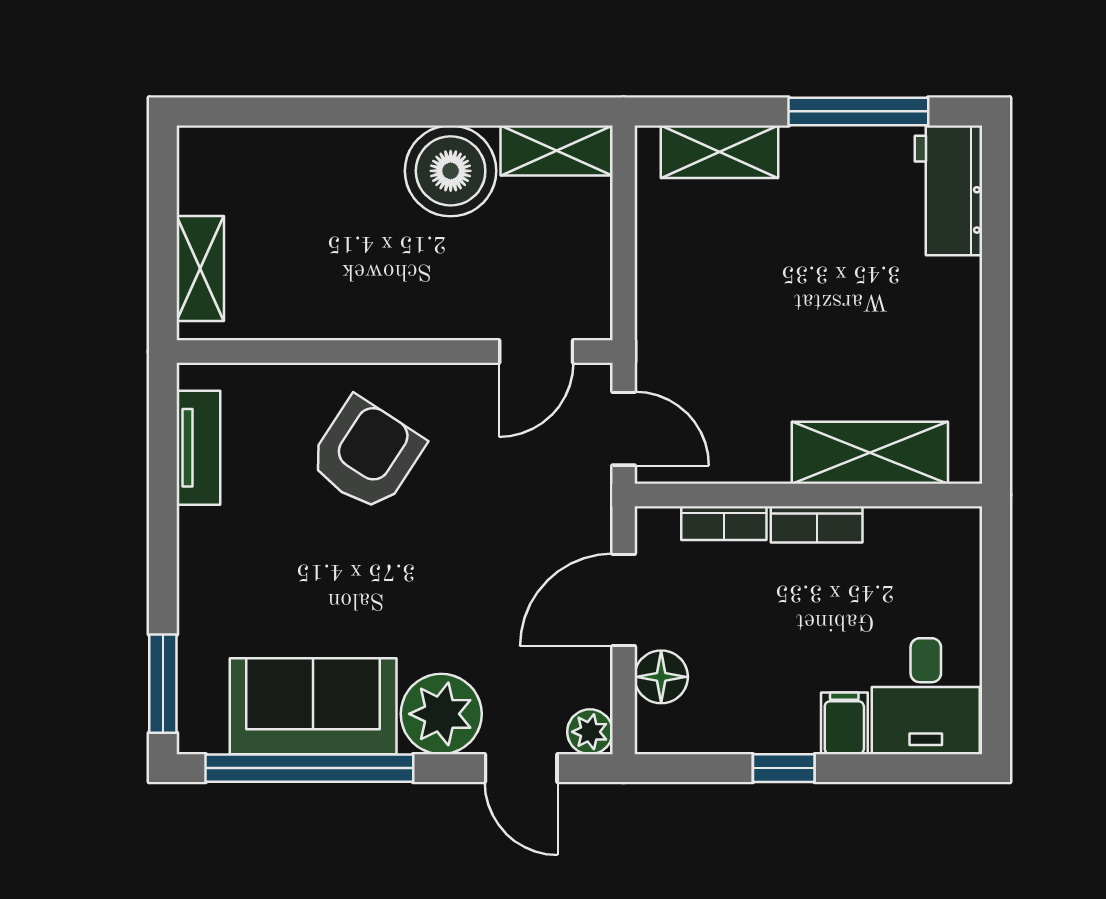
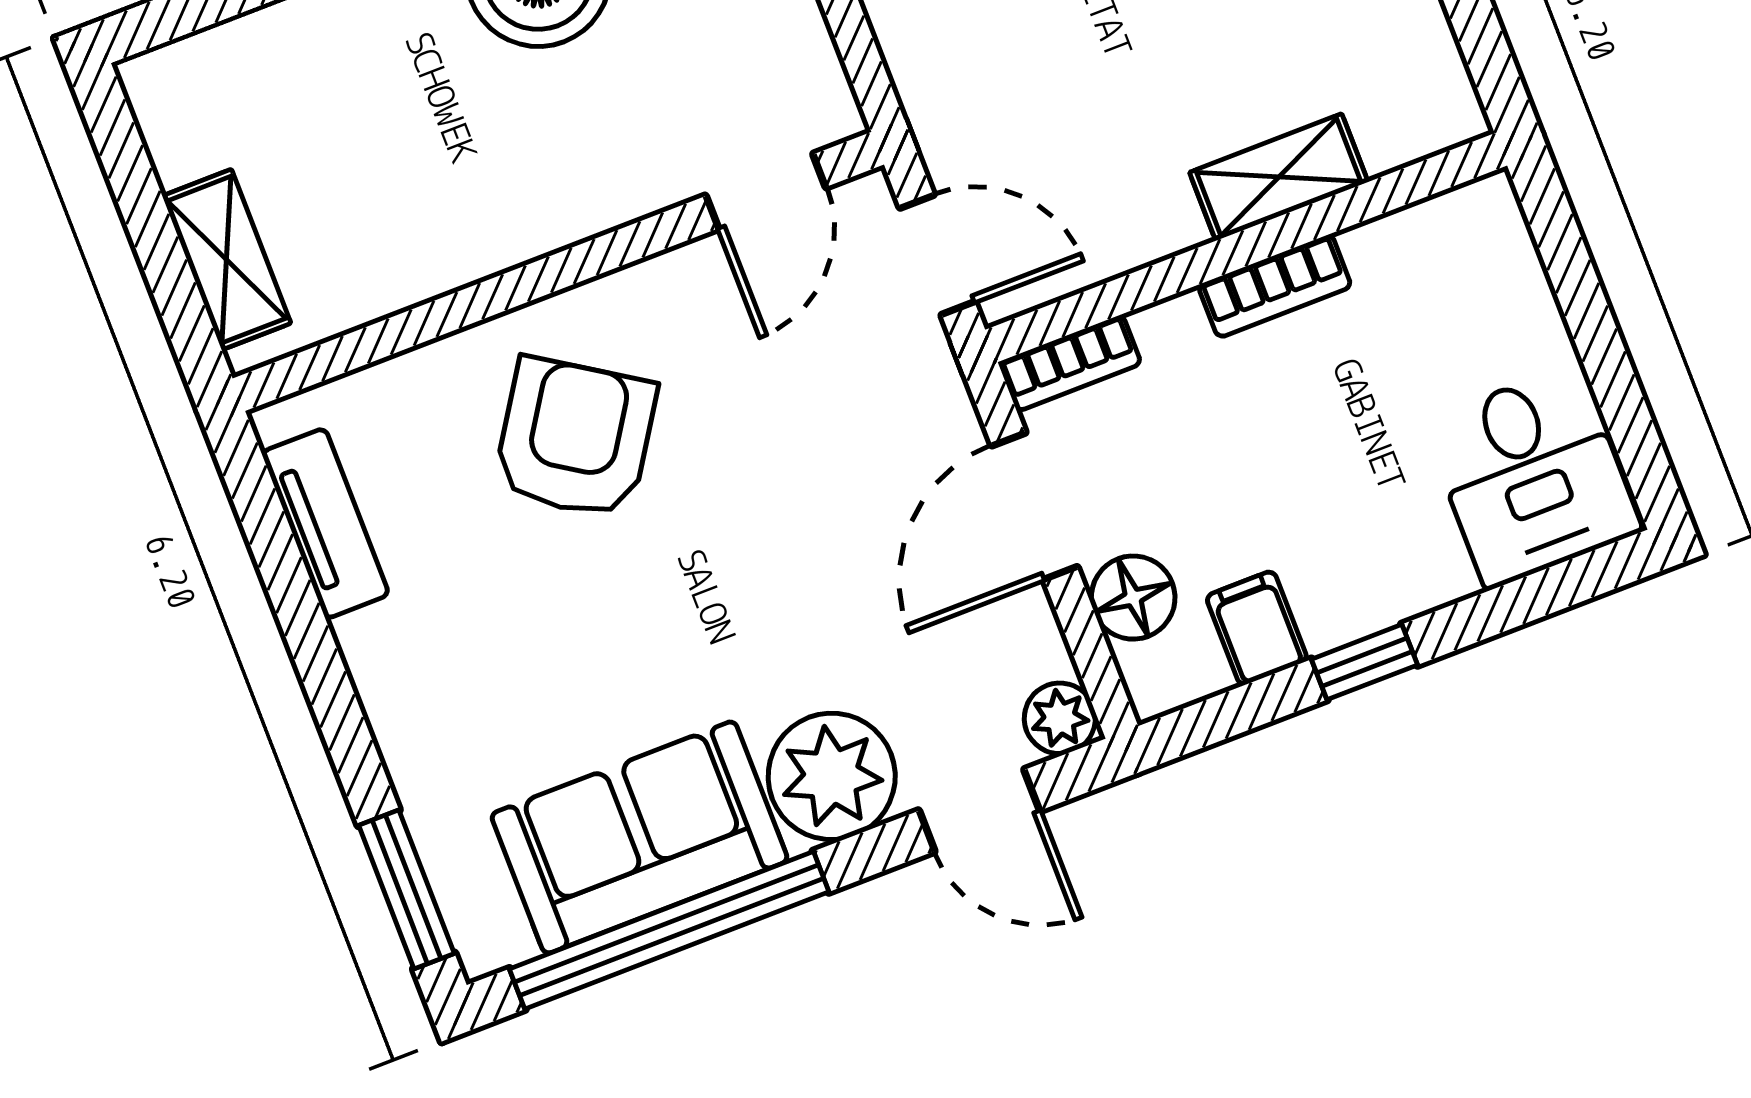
shelving: (870, 453) -> (1279, 177), width x0.67, depth x0.75
bookcase: (724, 523) -> (1070, 363), moved
filing cabinet: (844, 723) -> (1257, 628), moved

